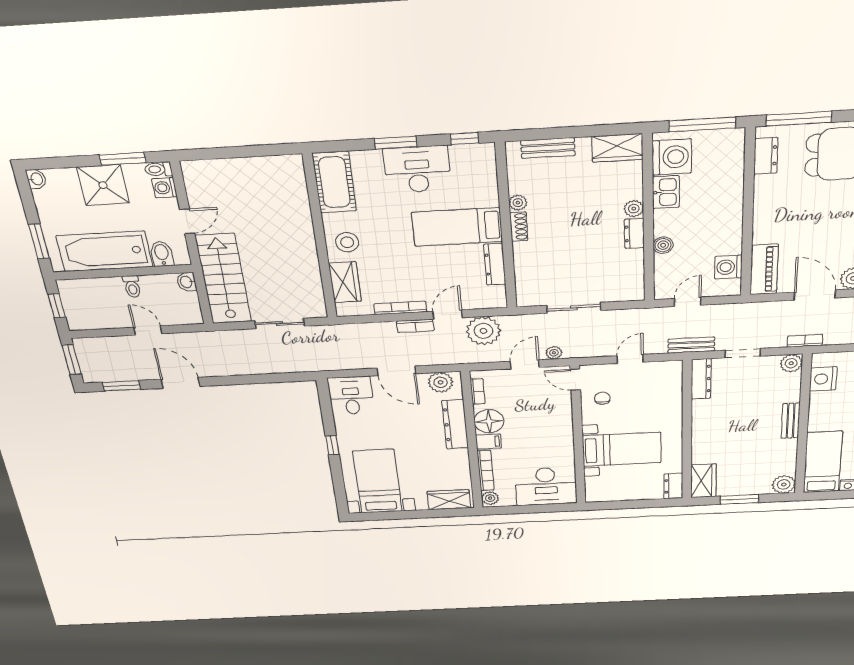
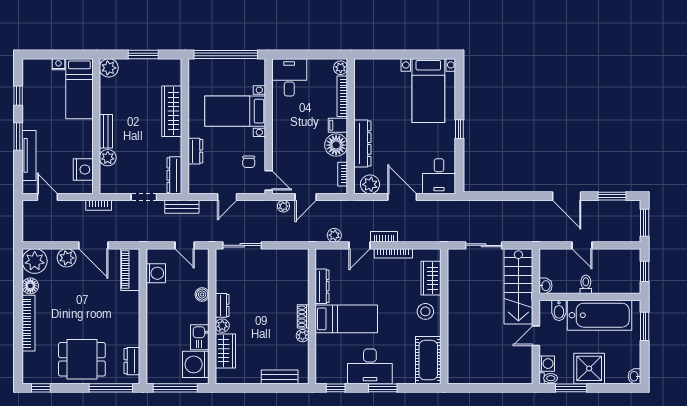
wardrobe: (617, 148) -> (225, 351), moved, turned 90
door: (688, 302) -> (185, 245), hinge flipped
sliding door: (574, 308) -> (242, 245), moved
plant: (483, 331) -> (334, 235), width x0.53, depth x0.53
plant: (791, 363) -> (108, 158), moved
wardrobe: (703, 481) -> (172, 111), moved, width x1.50
desk: (546, 486) -> (289, 77), width x0.73
dresser: (673, 486) -> (195, 151), moved
wardrobe: (449, 500) -> (373, 68), removed
window: (635, 504) -> (226, 54), added

